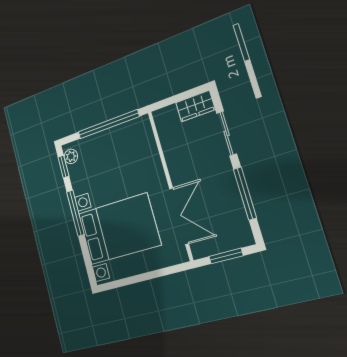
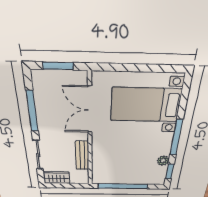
bench: (171, 152) -> (82, 156), added
plant: (71, 156) -> (163, 161), moved
bed with nightstands: (119, 229) -> (146, 105), width x0.73

